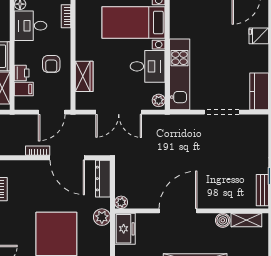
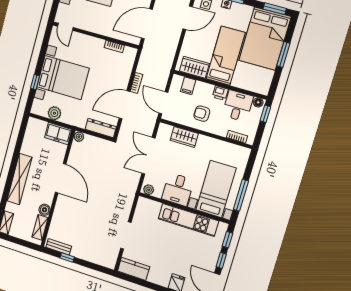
printer: (22, 73) -> (220, 93), moved
kitchen unit: (180, 74) -> (188, 220), moved
plant: (102, 217) -> (54, 113), moved

